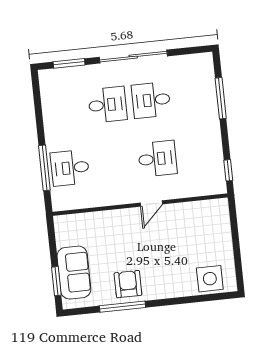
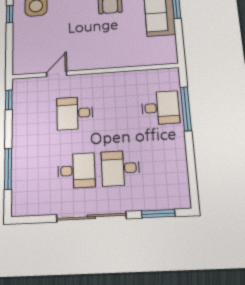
door: (151, 203) -> (57, 74), moved
window: (239, 268) -> (10, 14), added

